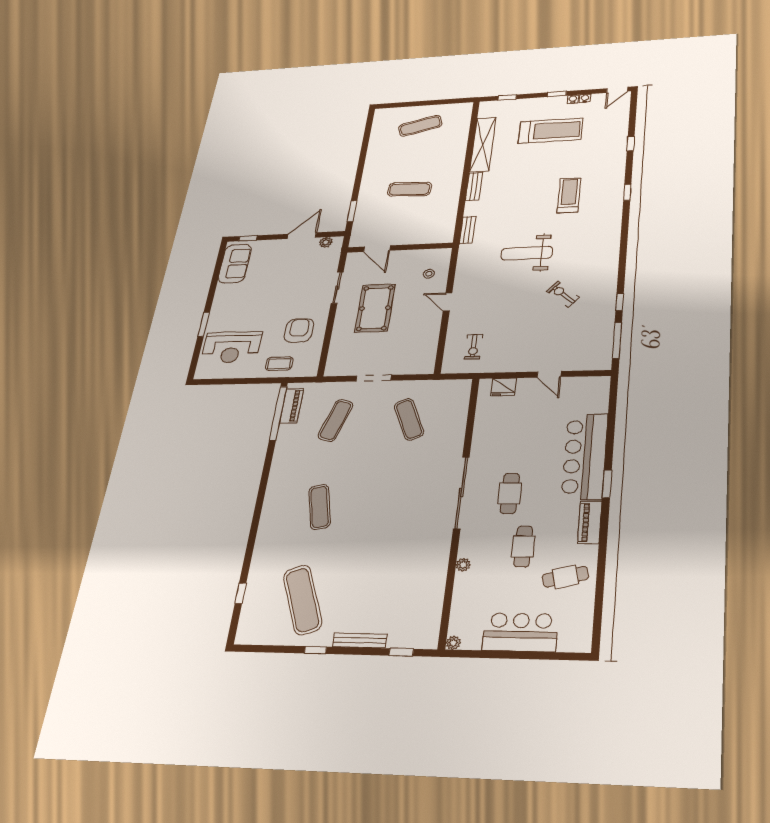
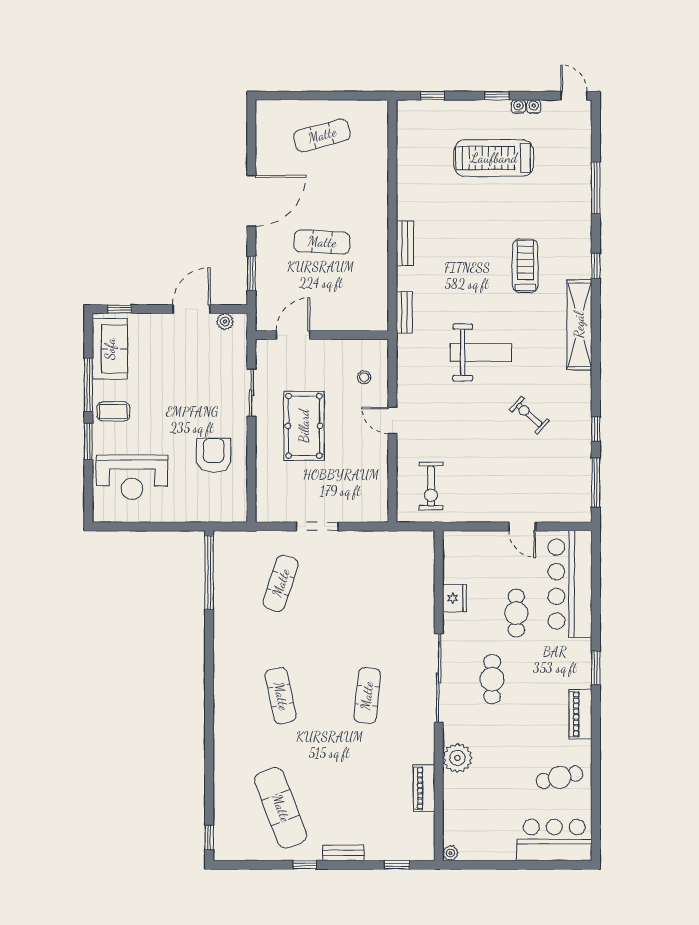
door: (617, 90) -> (574, 96), swing flipped
treadmill: (550, 131) -> (494, 158), turned 180
shelving: (483, 144) -> (579, 325), moved
window: (631, 144) -> (596, 188), width x2.17
door: (361, 167) -> (251, 201), added
door: (377, 249) -> (293, 335), swing flipped
weight bench: (527, 253) -> (481, 352), turned 180
window: (213, 287) -> (88, 385), added
exercise bike: (473, 347) -> (431, 486), width x1.38, depth x1.39
coffee table: (279, 364) -> (113, 411), moved
fridge: (504, 387) -> (455, 598), moved, turned -90
piano: (292, 406) -> (424, 788), moved, turned 180
exercise mat: (409, 419) -> (367, 696), moved, turned 30
bar counter: (585, 456) -> (570, 584), moved
cafe table: (523, 546) -> (516, 613), moved
plant: (463, 565) -> (457, 758), width x1.87, depth x1.87
window: (241, 593) -> (209, 837), moved
bar counter: (520, 632) -> (554, 840), moved
bench: (360, 640) -> (343, 853), width x0.73

